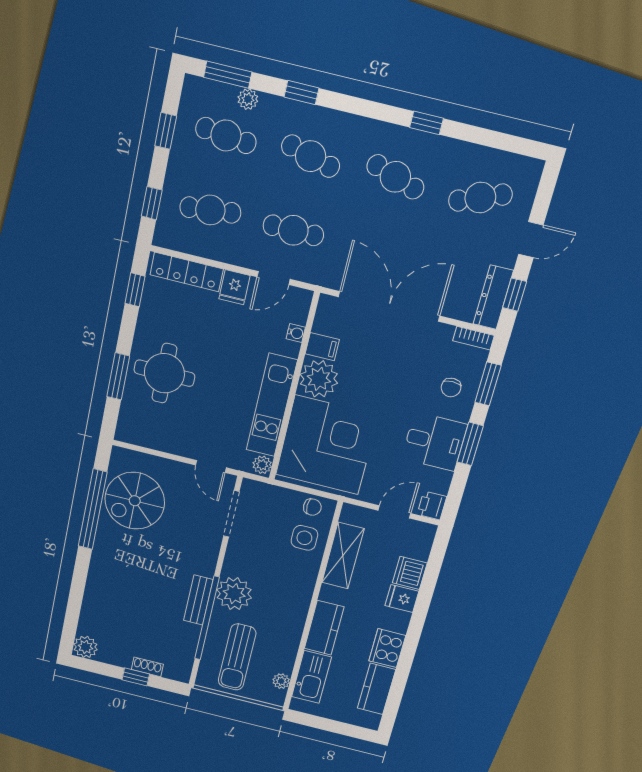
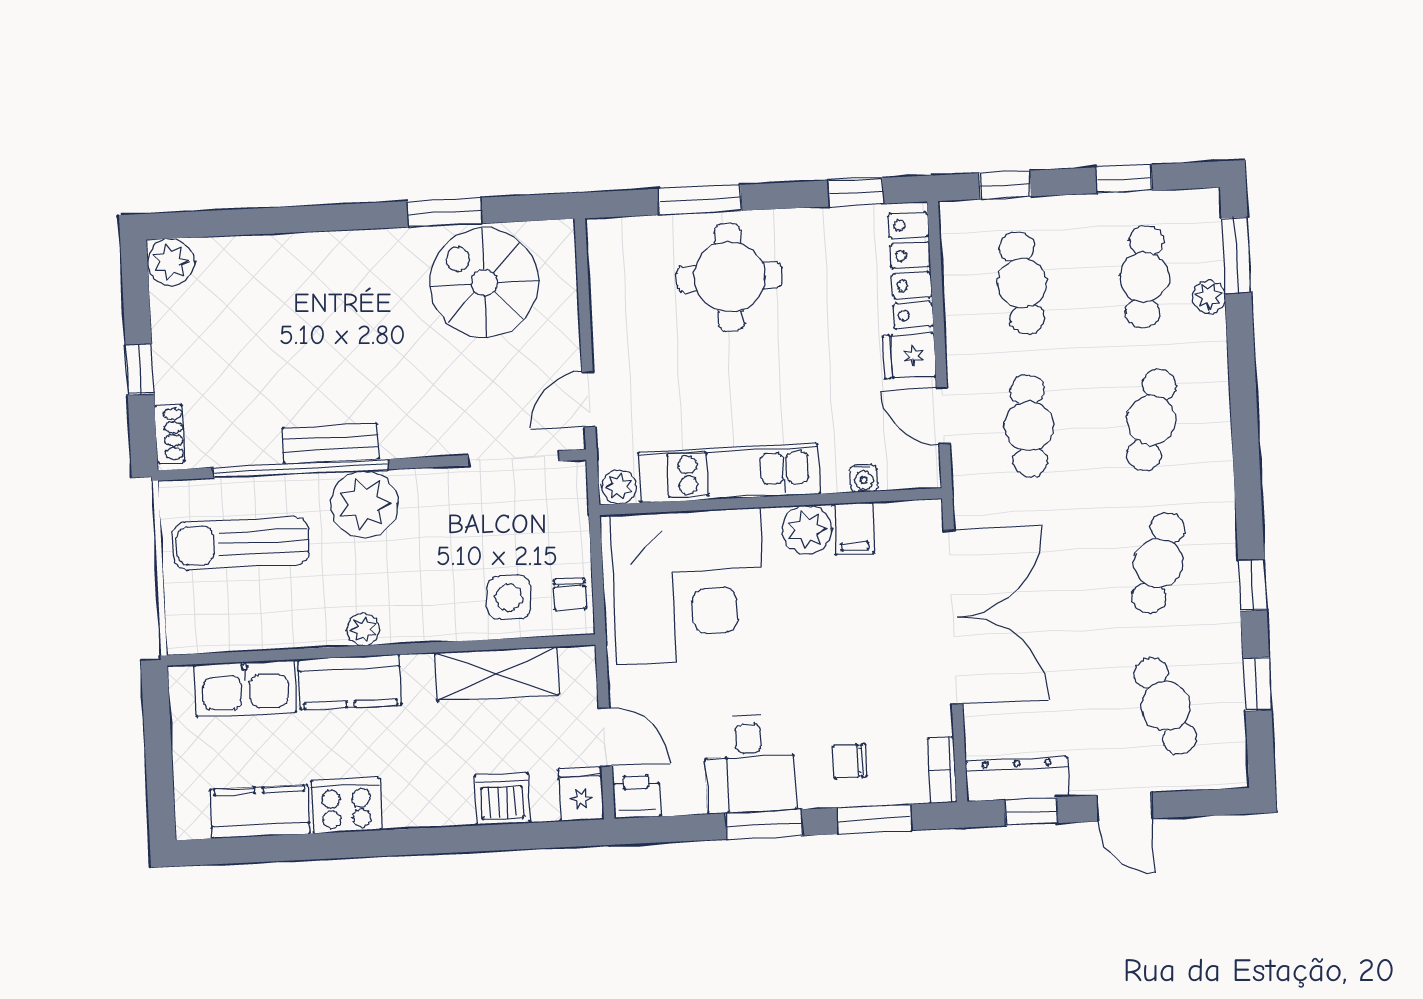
window: (301, 93) -> (1257, 684), moved
plant: (319, 379) -> (807, 530), width x0.73, depth x0.73
window: (93, 509) -> (445, 212), width x0.47
fridge: (402, 599) -> (581, 794), moved
shoe rack: (147, 667) -> (170, 434), moved
plant: (281, 681) -> (363, 629), moved

